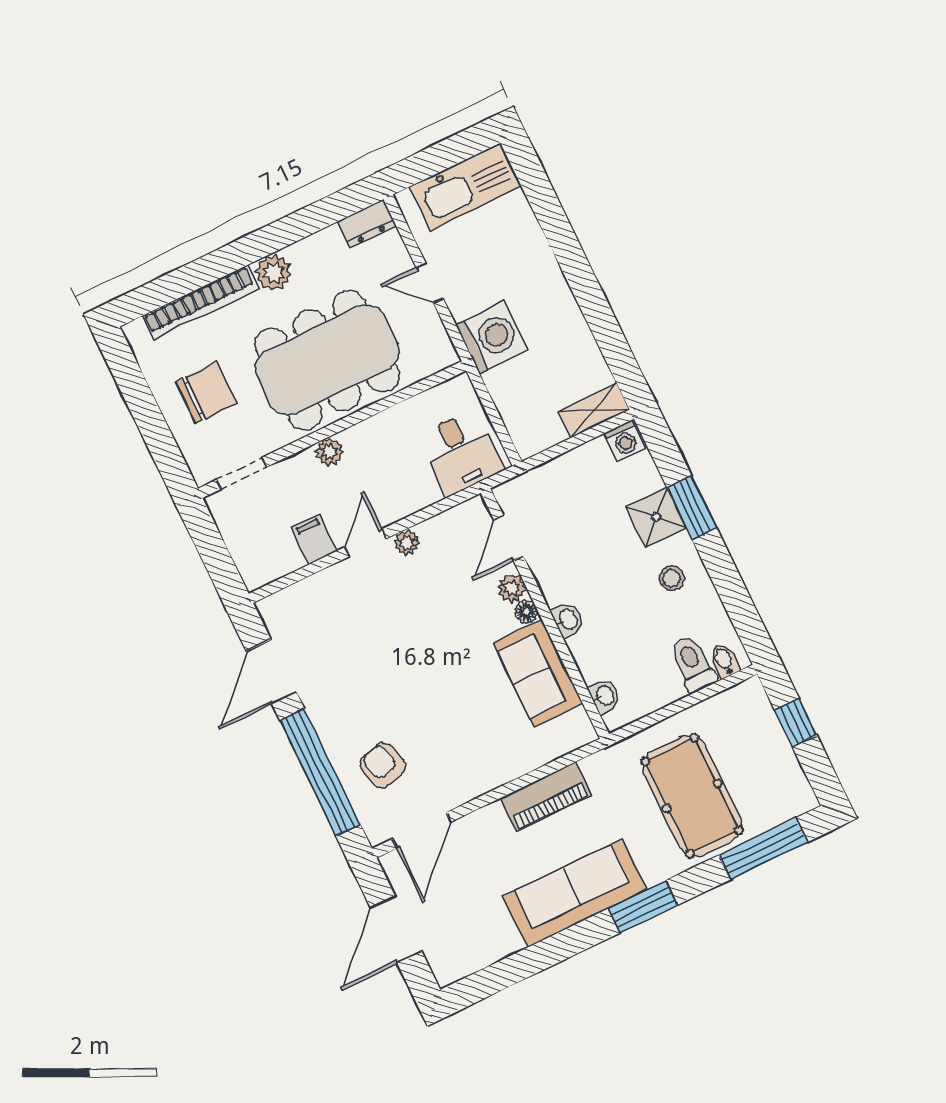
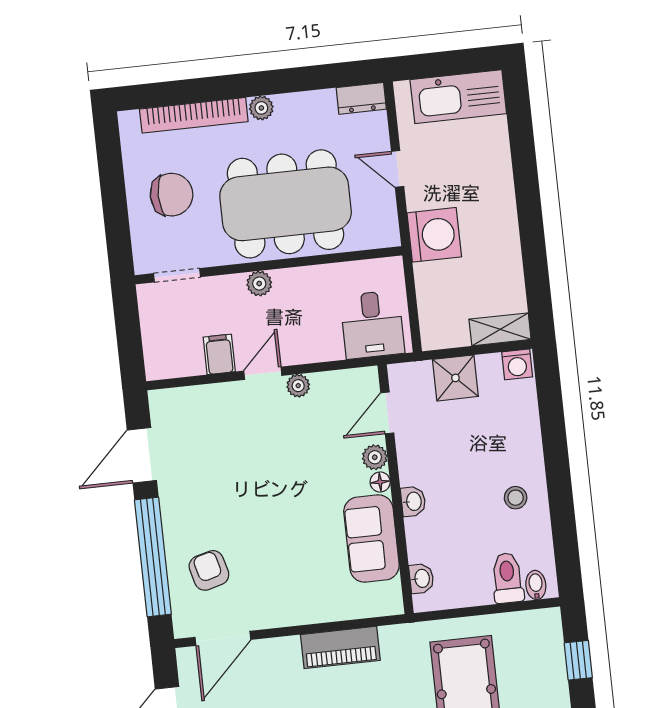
plant: (274, 272) -> (261, 108), width x0.73, depth x0.73
window: (692, 508) -> (555, 443), removed
shower: (656, 517) -> (455, 378), moved

